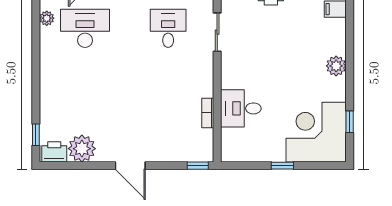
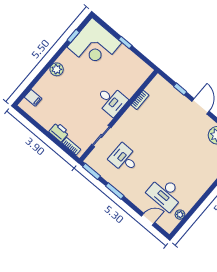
desk: (168, 28) -> (124, 159), turned 90
desk: (241, 108) -> (111, 101), moved
window: (198, 166) -> (180, 89), moved

